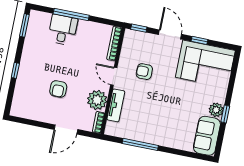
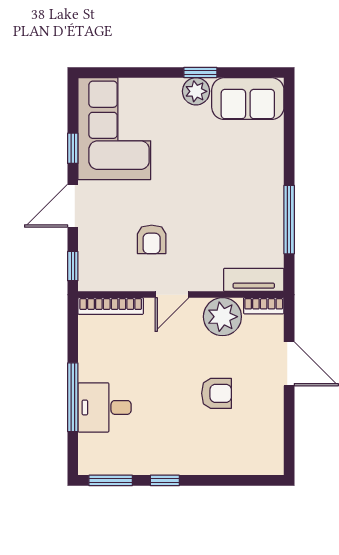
window: (15, 70) -> (165, 480), moved
tv unit: (116, 105) -> (254, 280), moved

